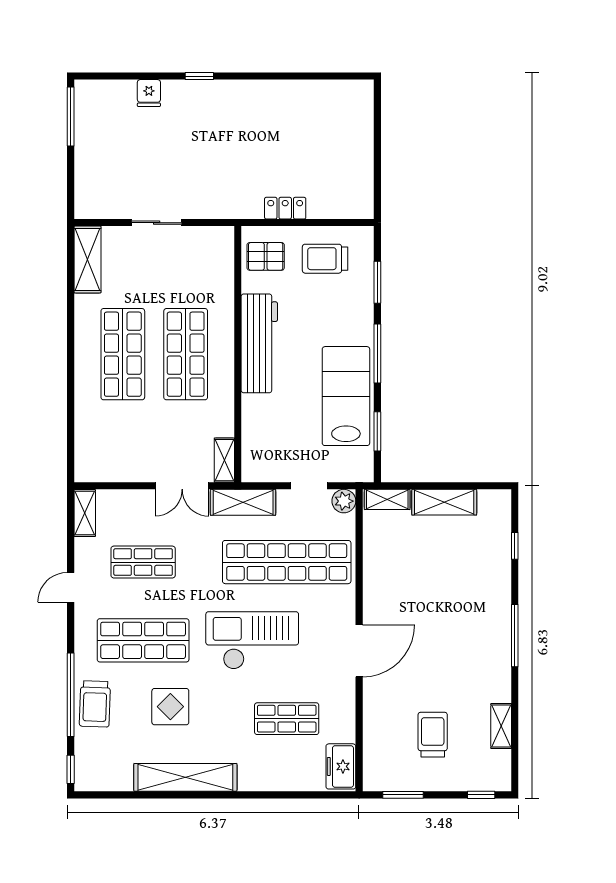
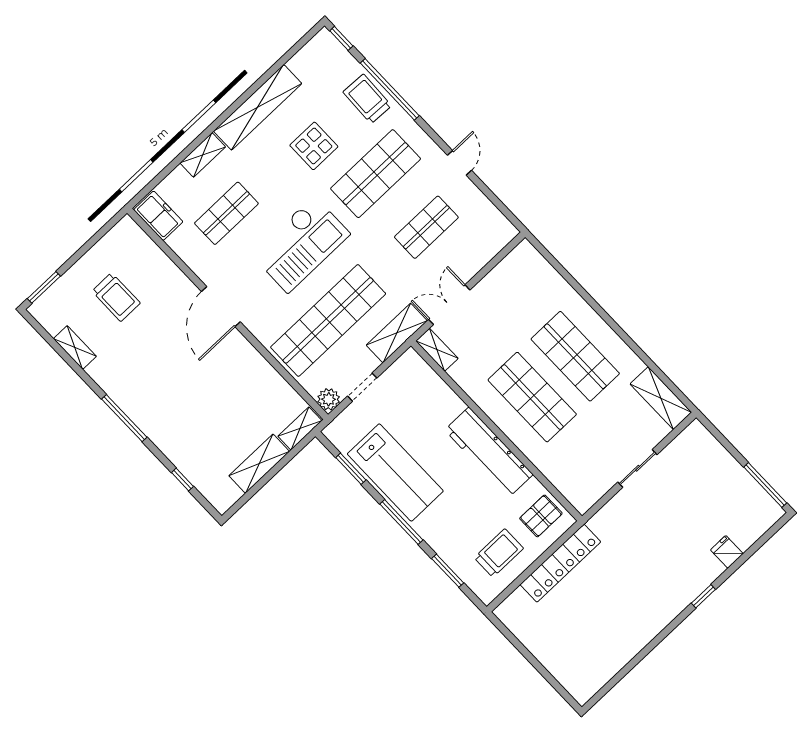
locker: (285, 208) -> (560, 563), width x2.16, depth x1.21
shelving: (85, 513) -> (203, 155), moved, turned 90
window: (403, 795) -> (97, 237), removed
window: (481, 795) -> (44, 287), width x1.50

